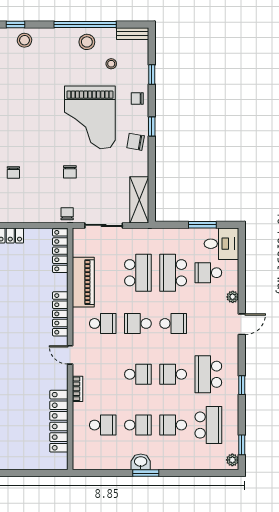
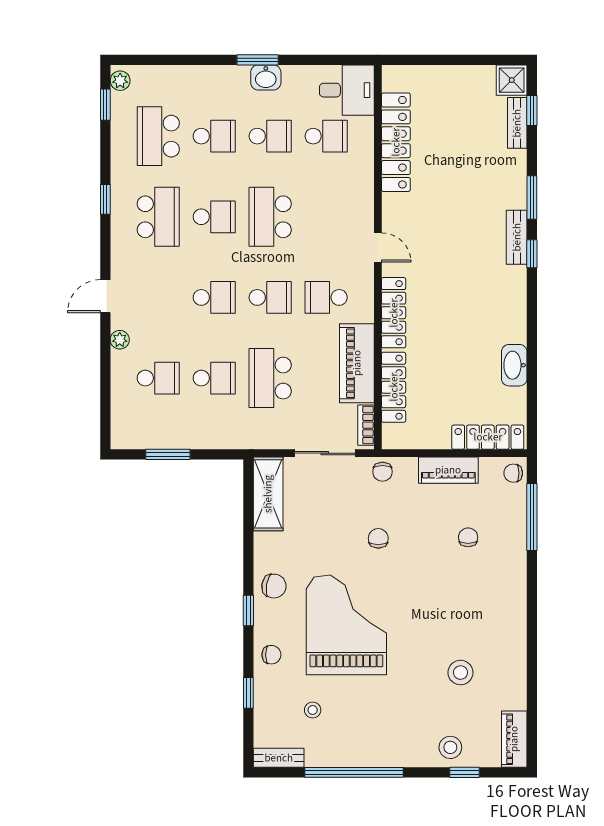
stool: (87, 42) -> (460, 673), moved
piano: (26, 215) -> (448, 470), added
desk: (221, 244) -> (347, 90), moved, turned 180
locker: (60, 251) -> (394, 387), moved
school desk: (173, 273) -> (214, 378), width x0.54
school desk: (173, 323) -> (214, 297), turned 180
school desk: (138, 374) -> (270, 217), width x1.85
bookcase: (78, 389) -> (366, 425), moved
school desk: (103, 425) -> (326, 136), turned 180
school desk: (138, 425) -> (270, 136), turned 180

